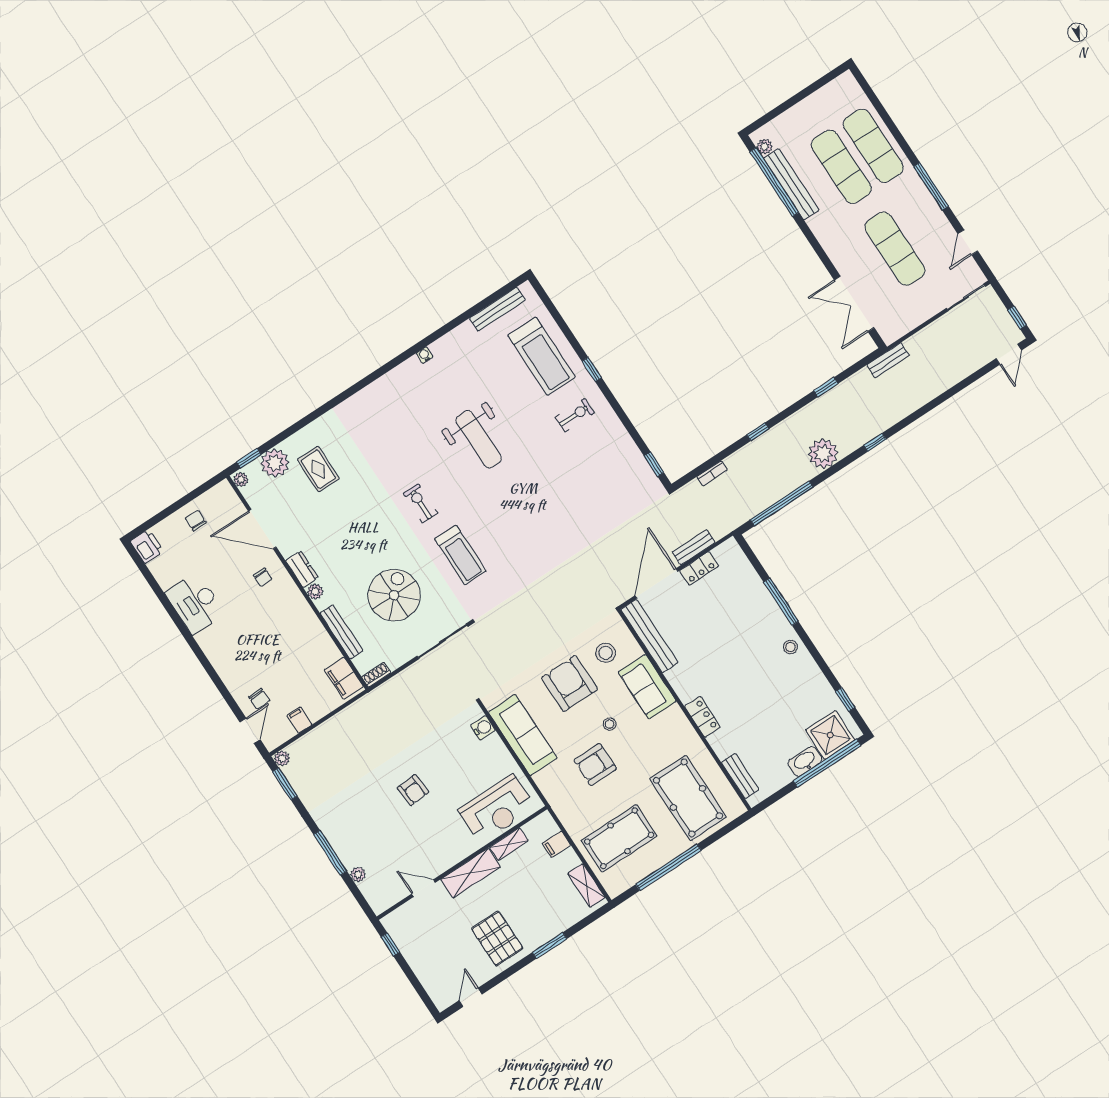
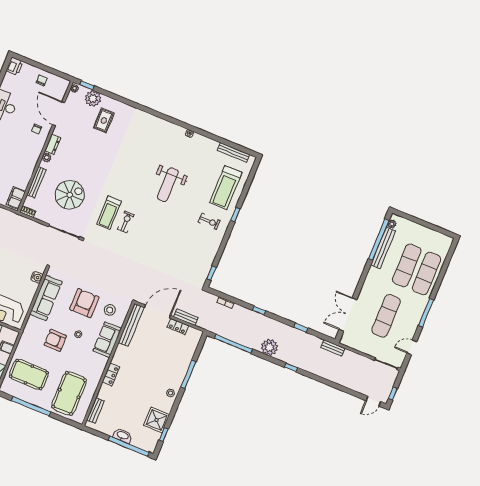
exercise bike: (420, 503) -> (126, 222), moved
shower: (830, 735) -> (157, 420), moved

